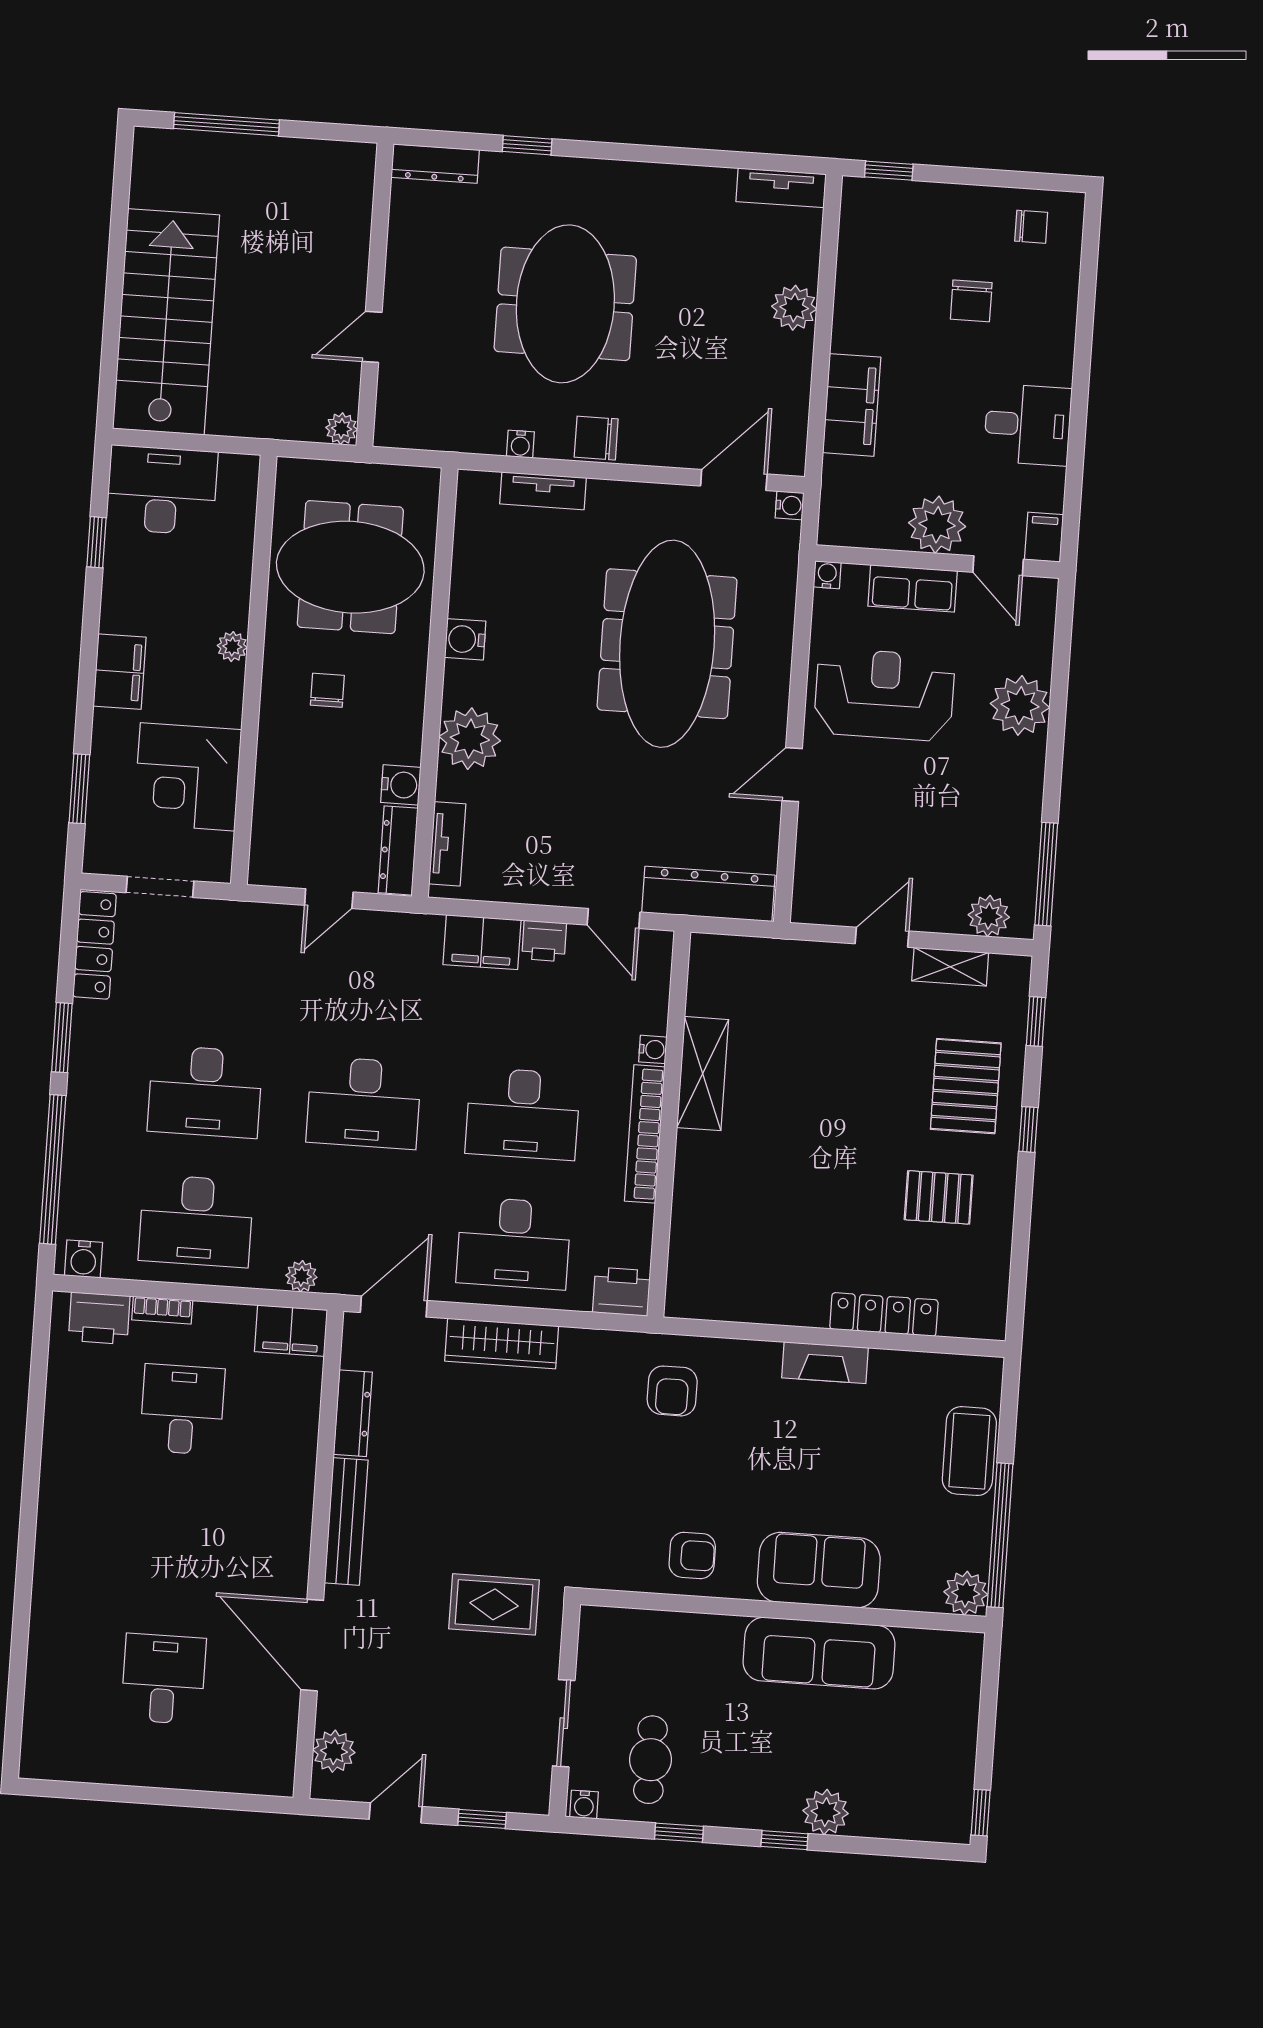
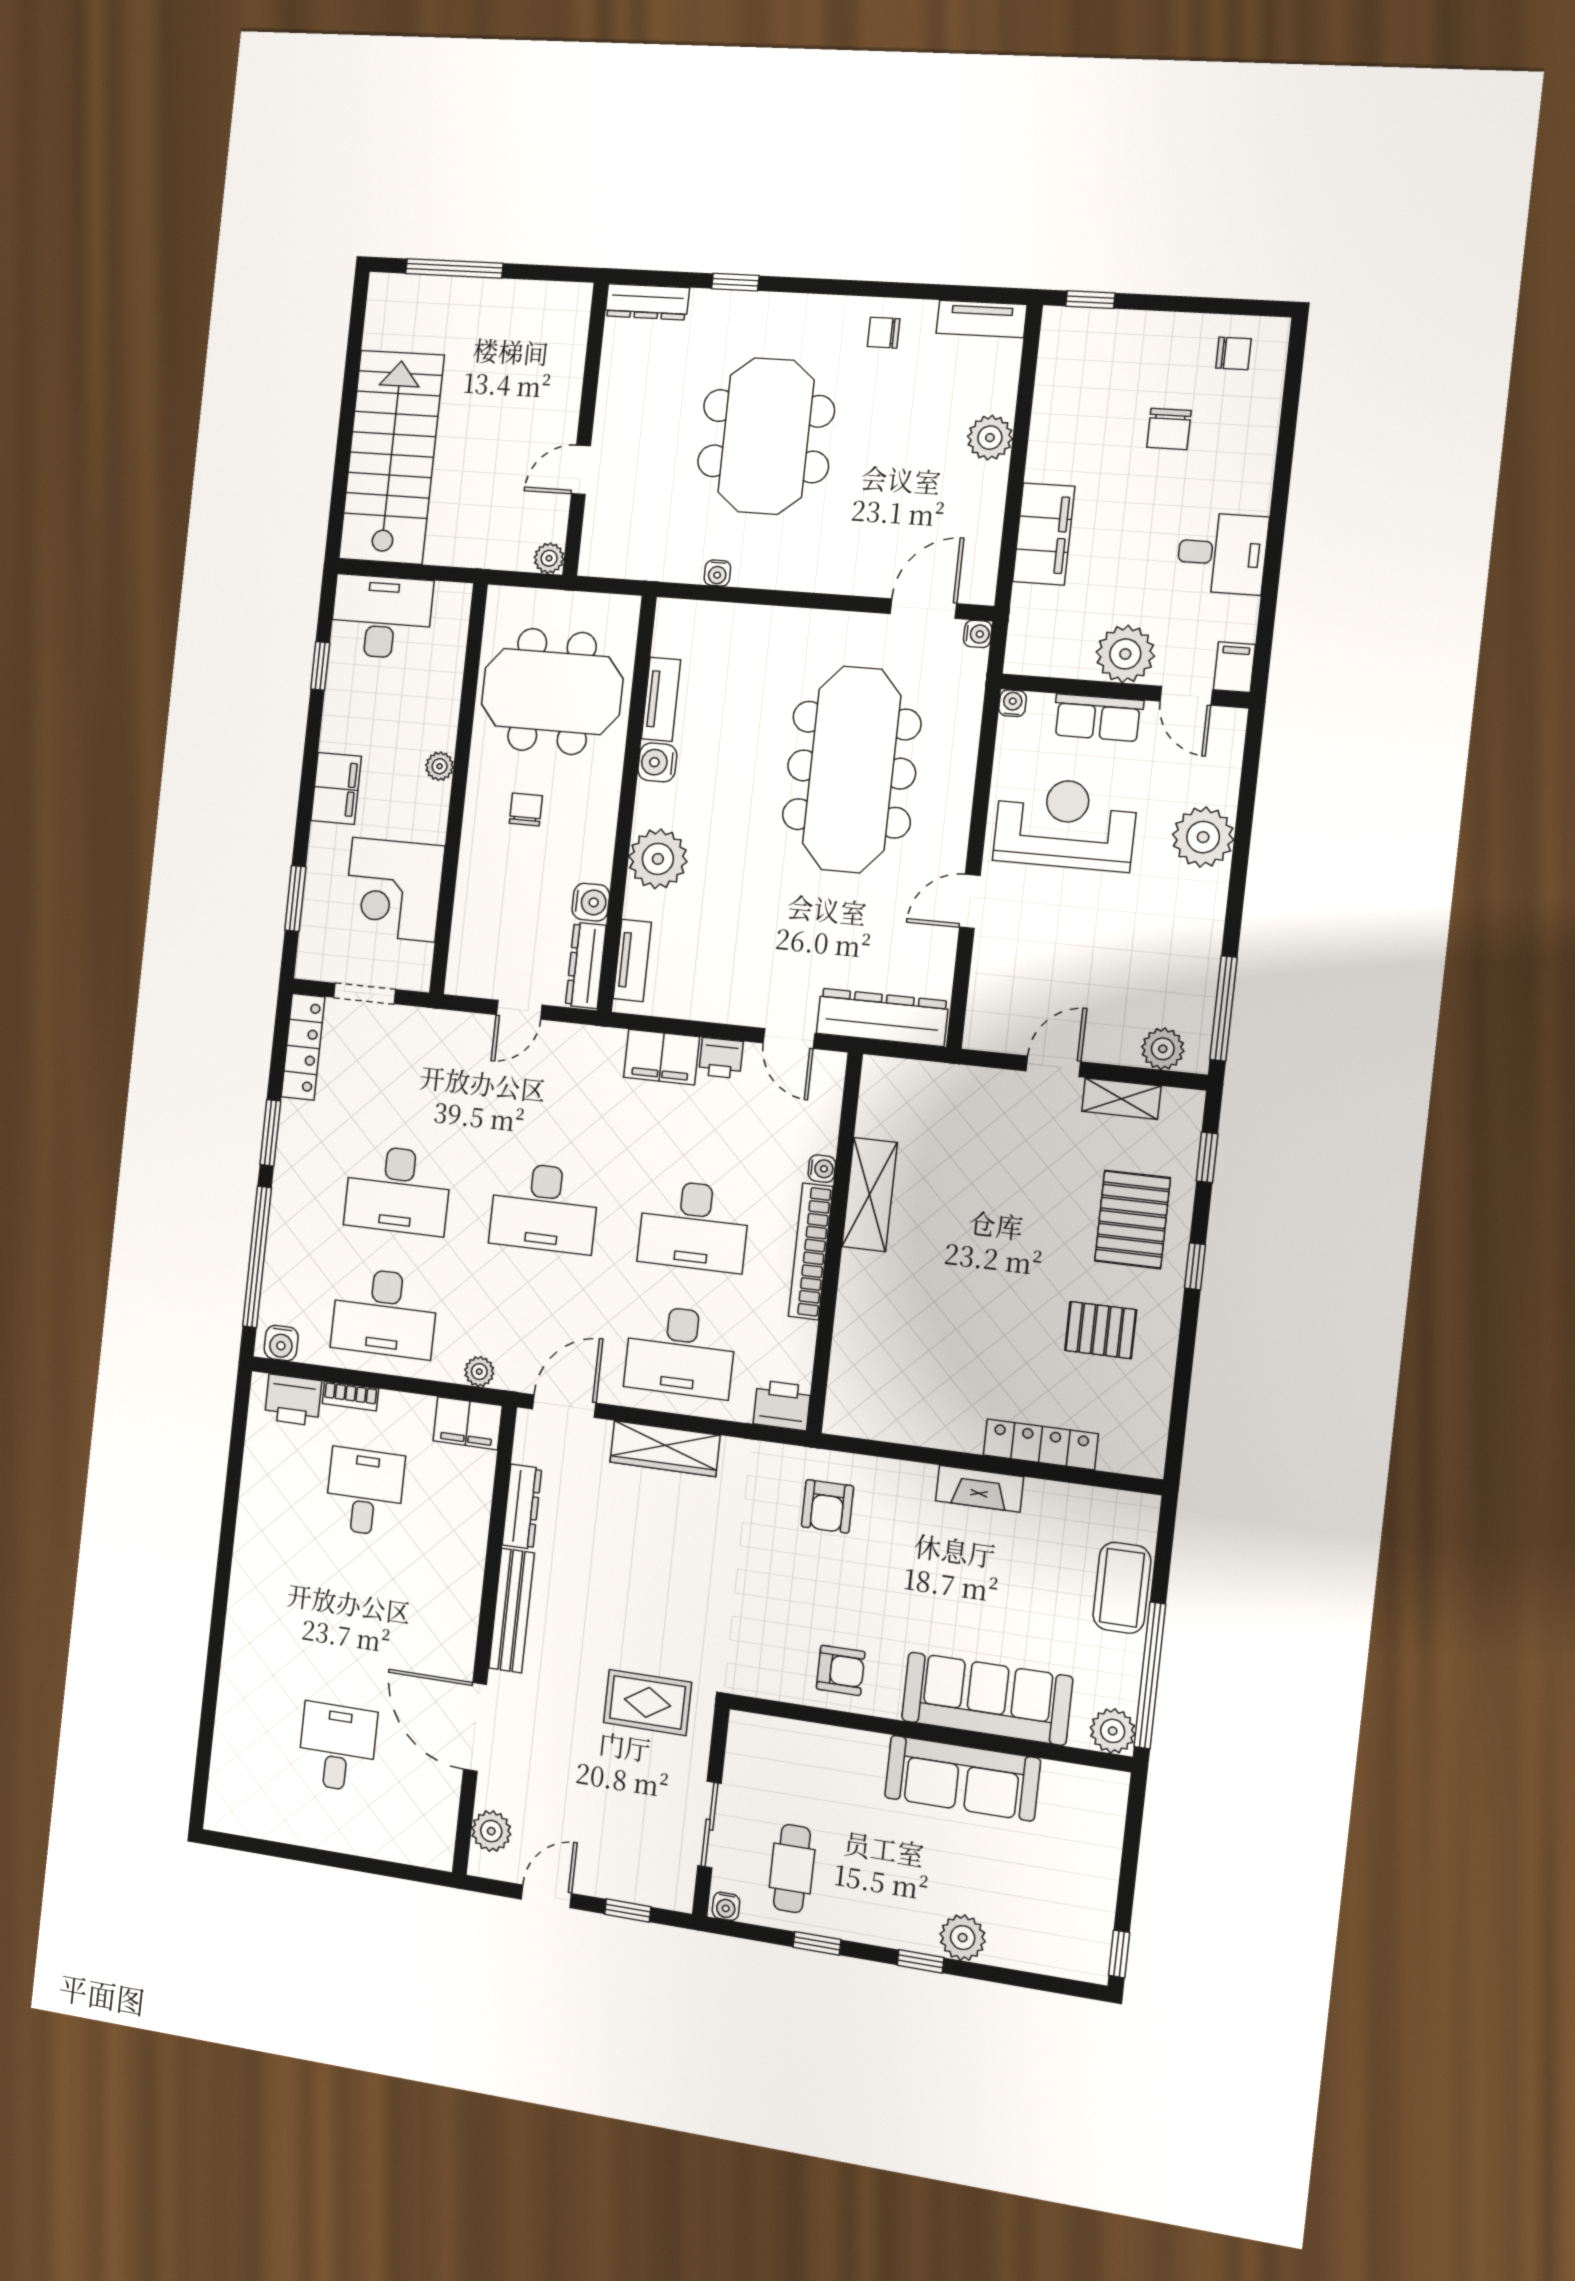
chair: (596, 438) -> (884, 333), moved, width x0.73, depth x0.73
tv unit: (543, 491) -> (661, 699), moved, turned -90
sofa: (819, 1570) -> (987, 1699), width x1.36

